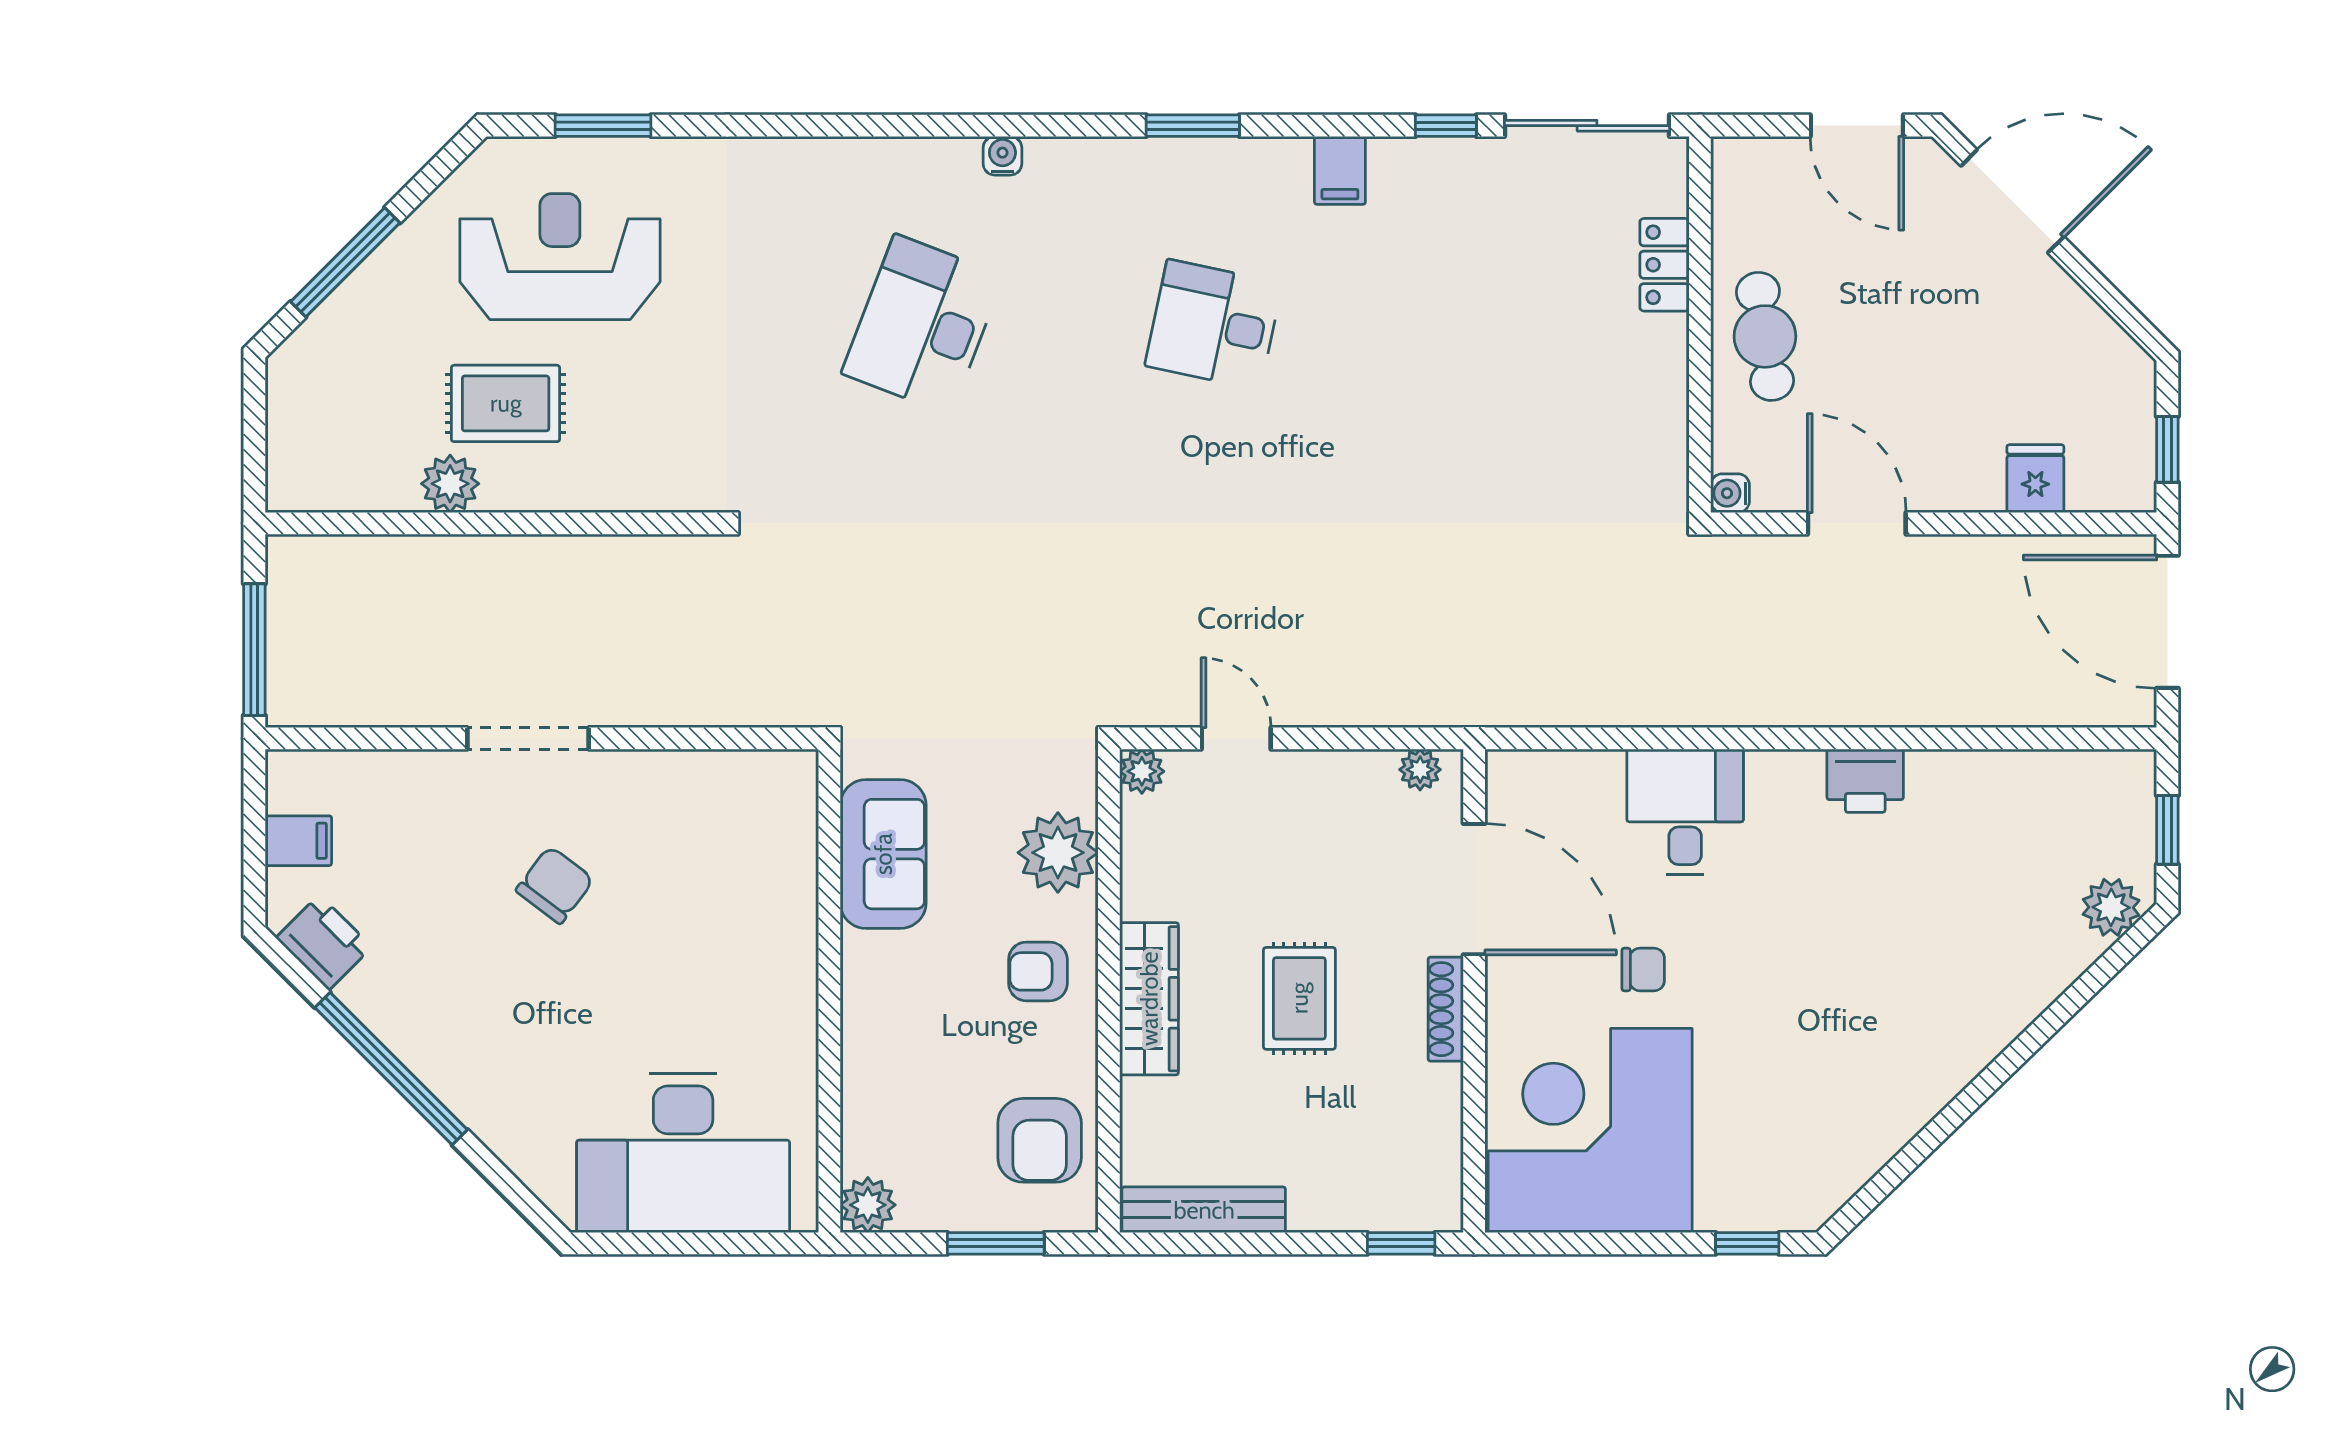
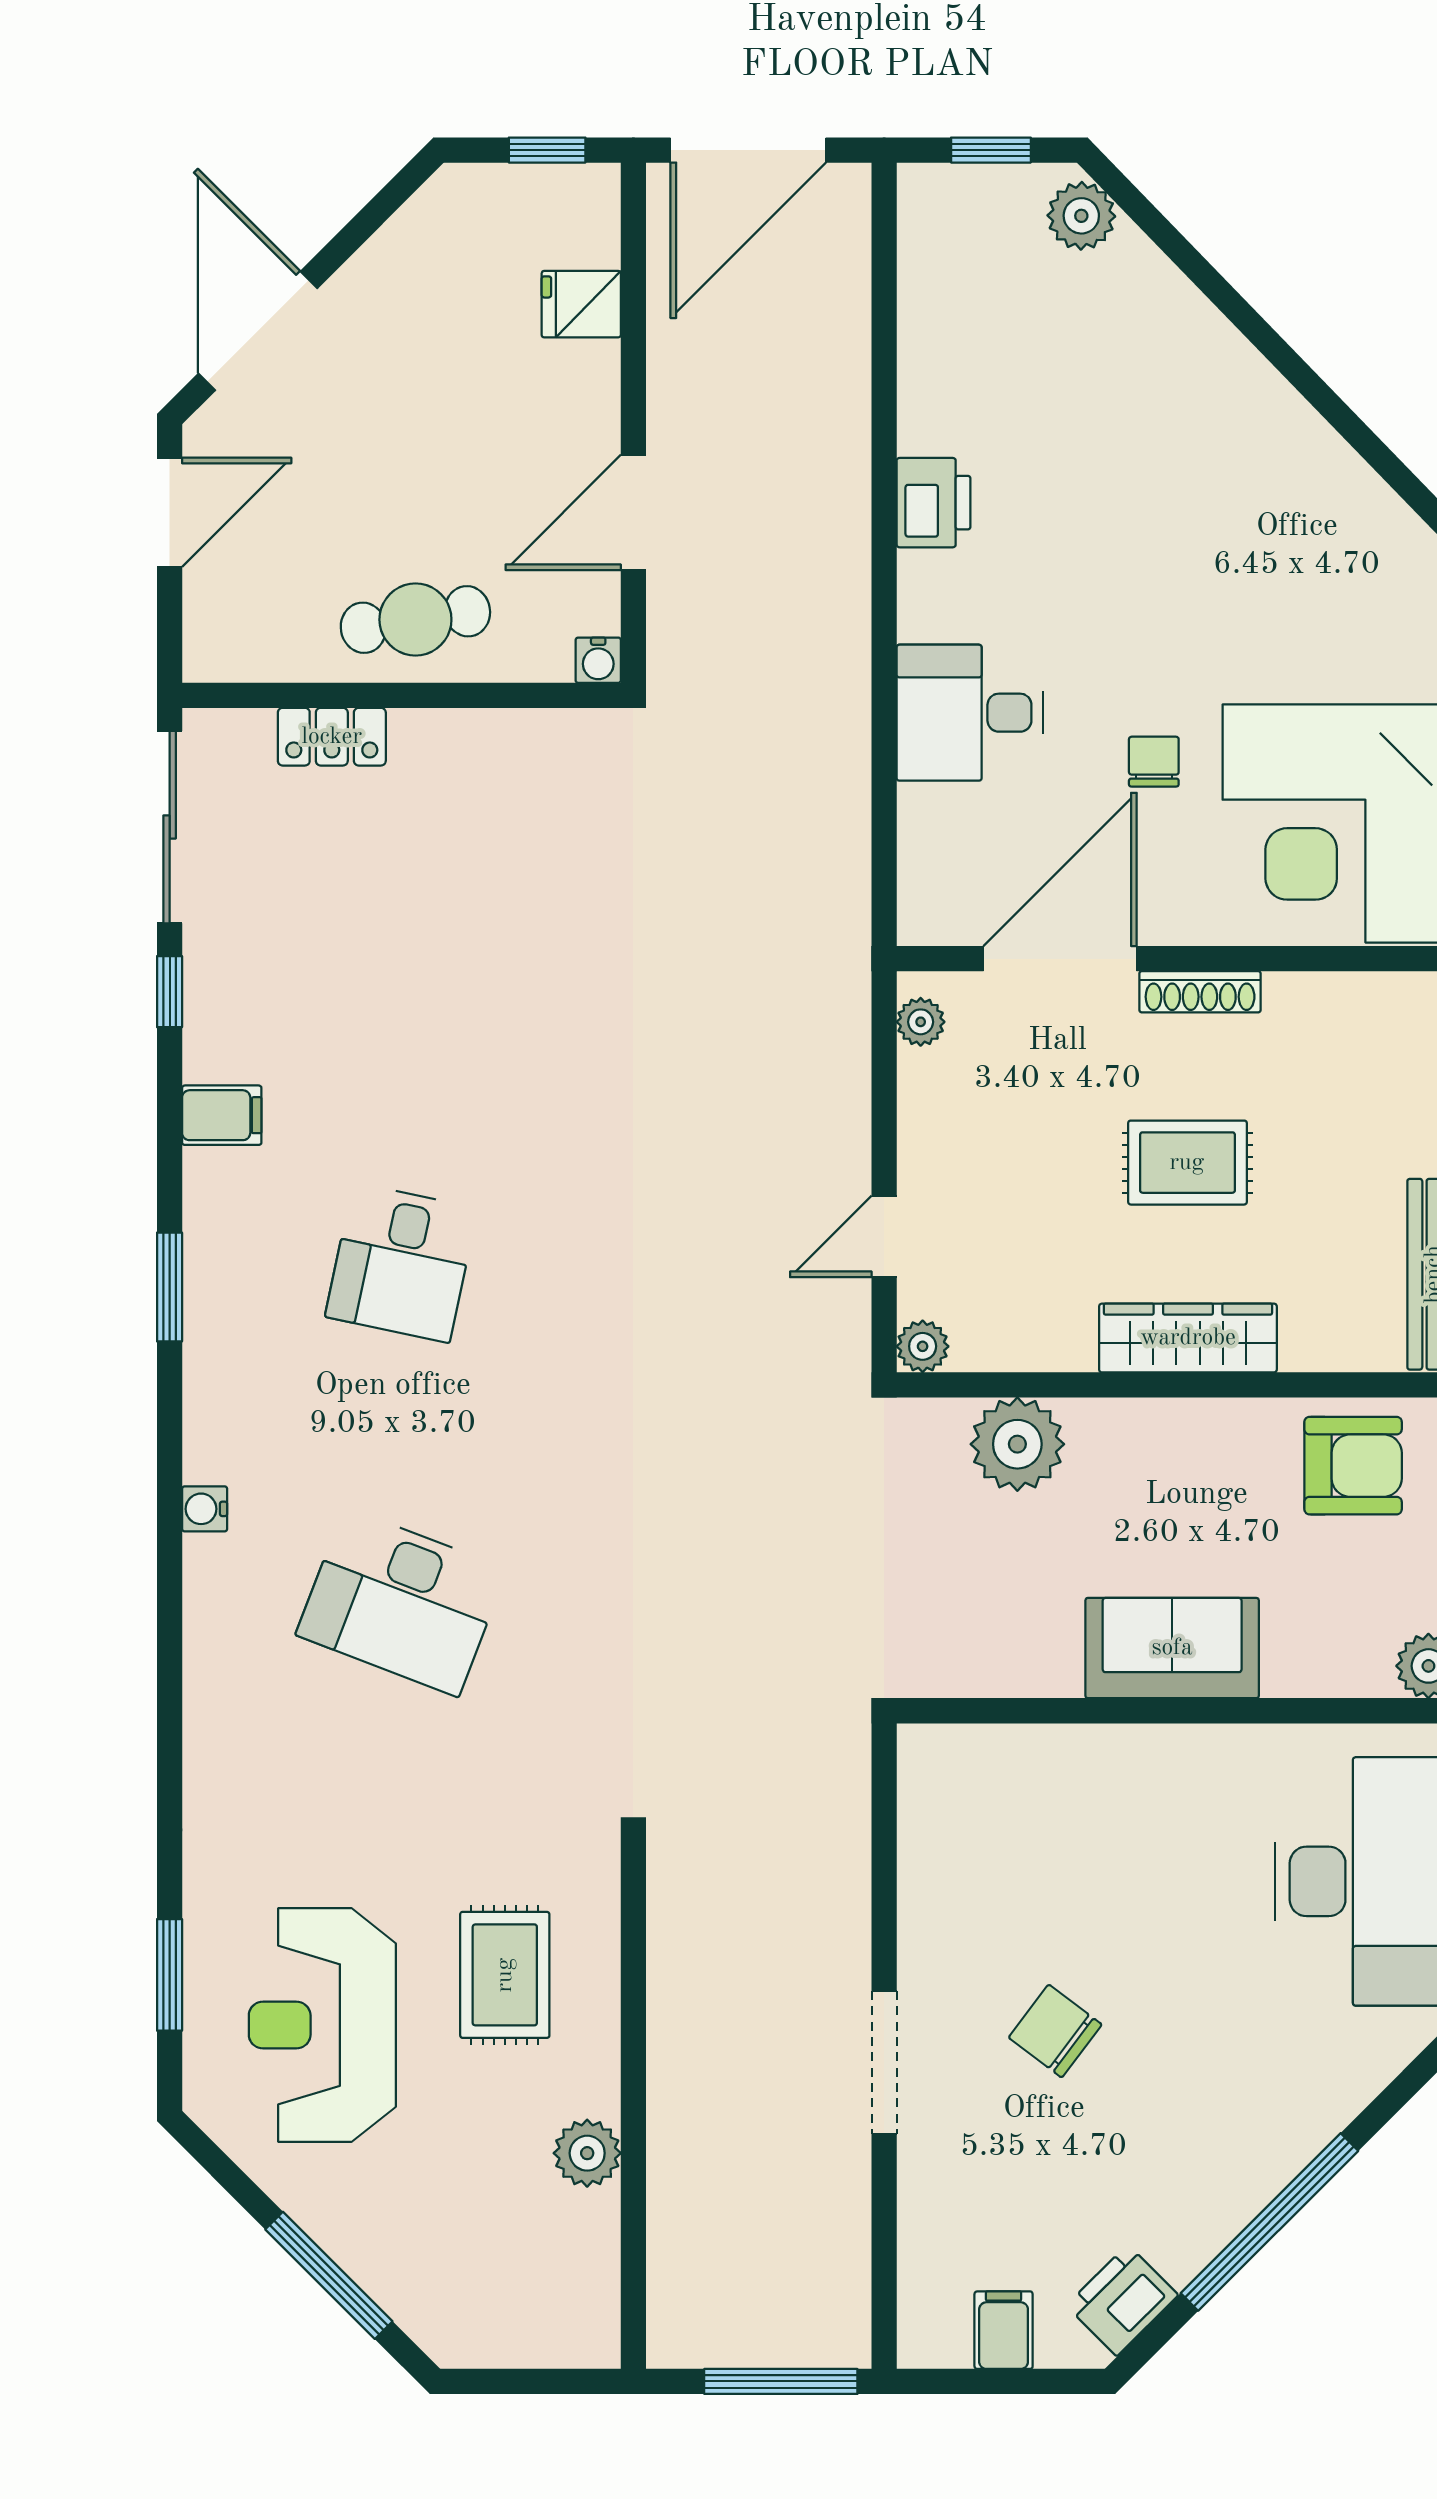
rug: (506, 403) -> (505, 1975), moved
sofa: (883, 854) -> (1172, 1648), moved
armchair: (1038, 971) -> (1156, 1467), removed

